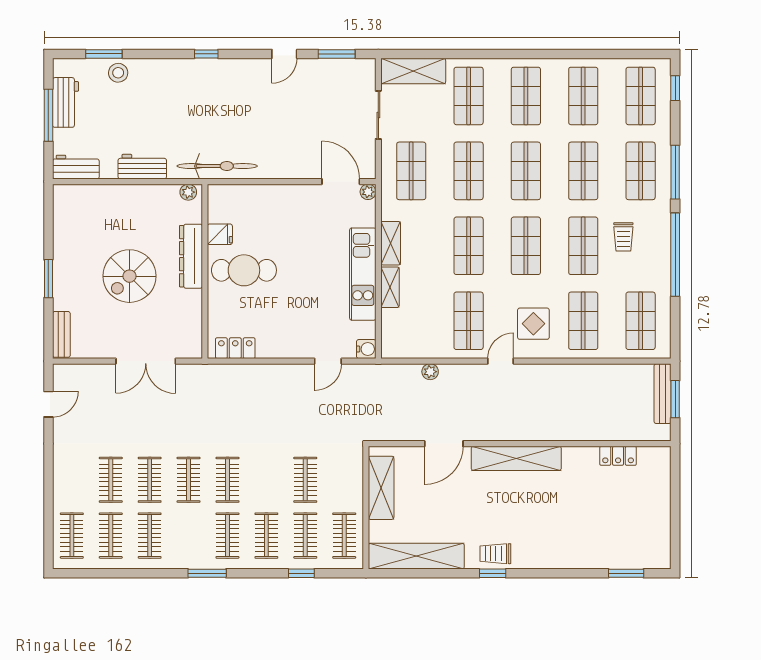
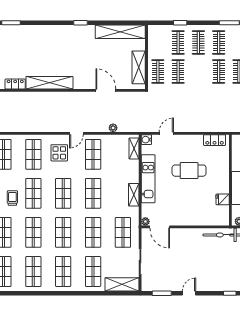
cafe table: (244, 270) -> (189, 171), moved
shelving: (390, 287) -> (134, 148), moved
door: (444, 444) -> (106, 90), hinge flipped
shelving: (516, 458) -> (49, 83), moved
clothes rail: (344, 536) -> (158, 72), moved
trolley: (495, 554) -> (79, 33), removed

